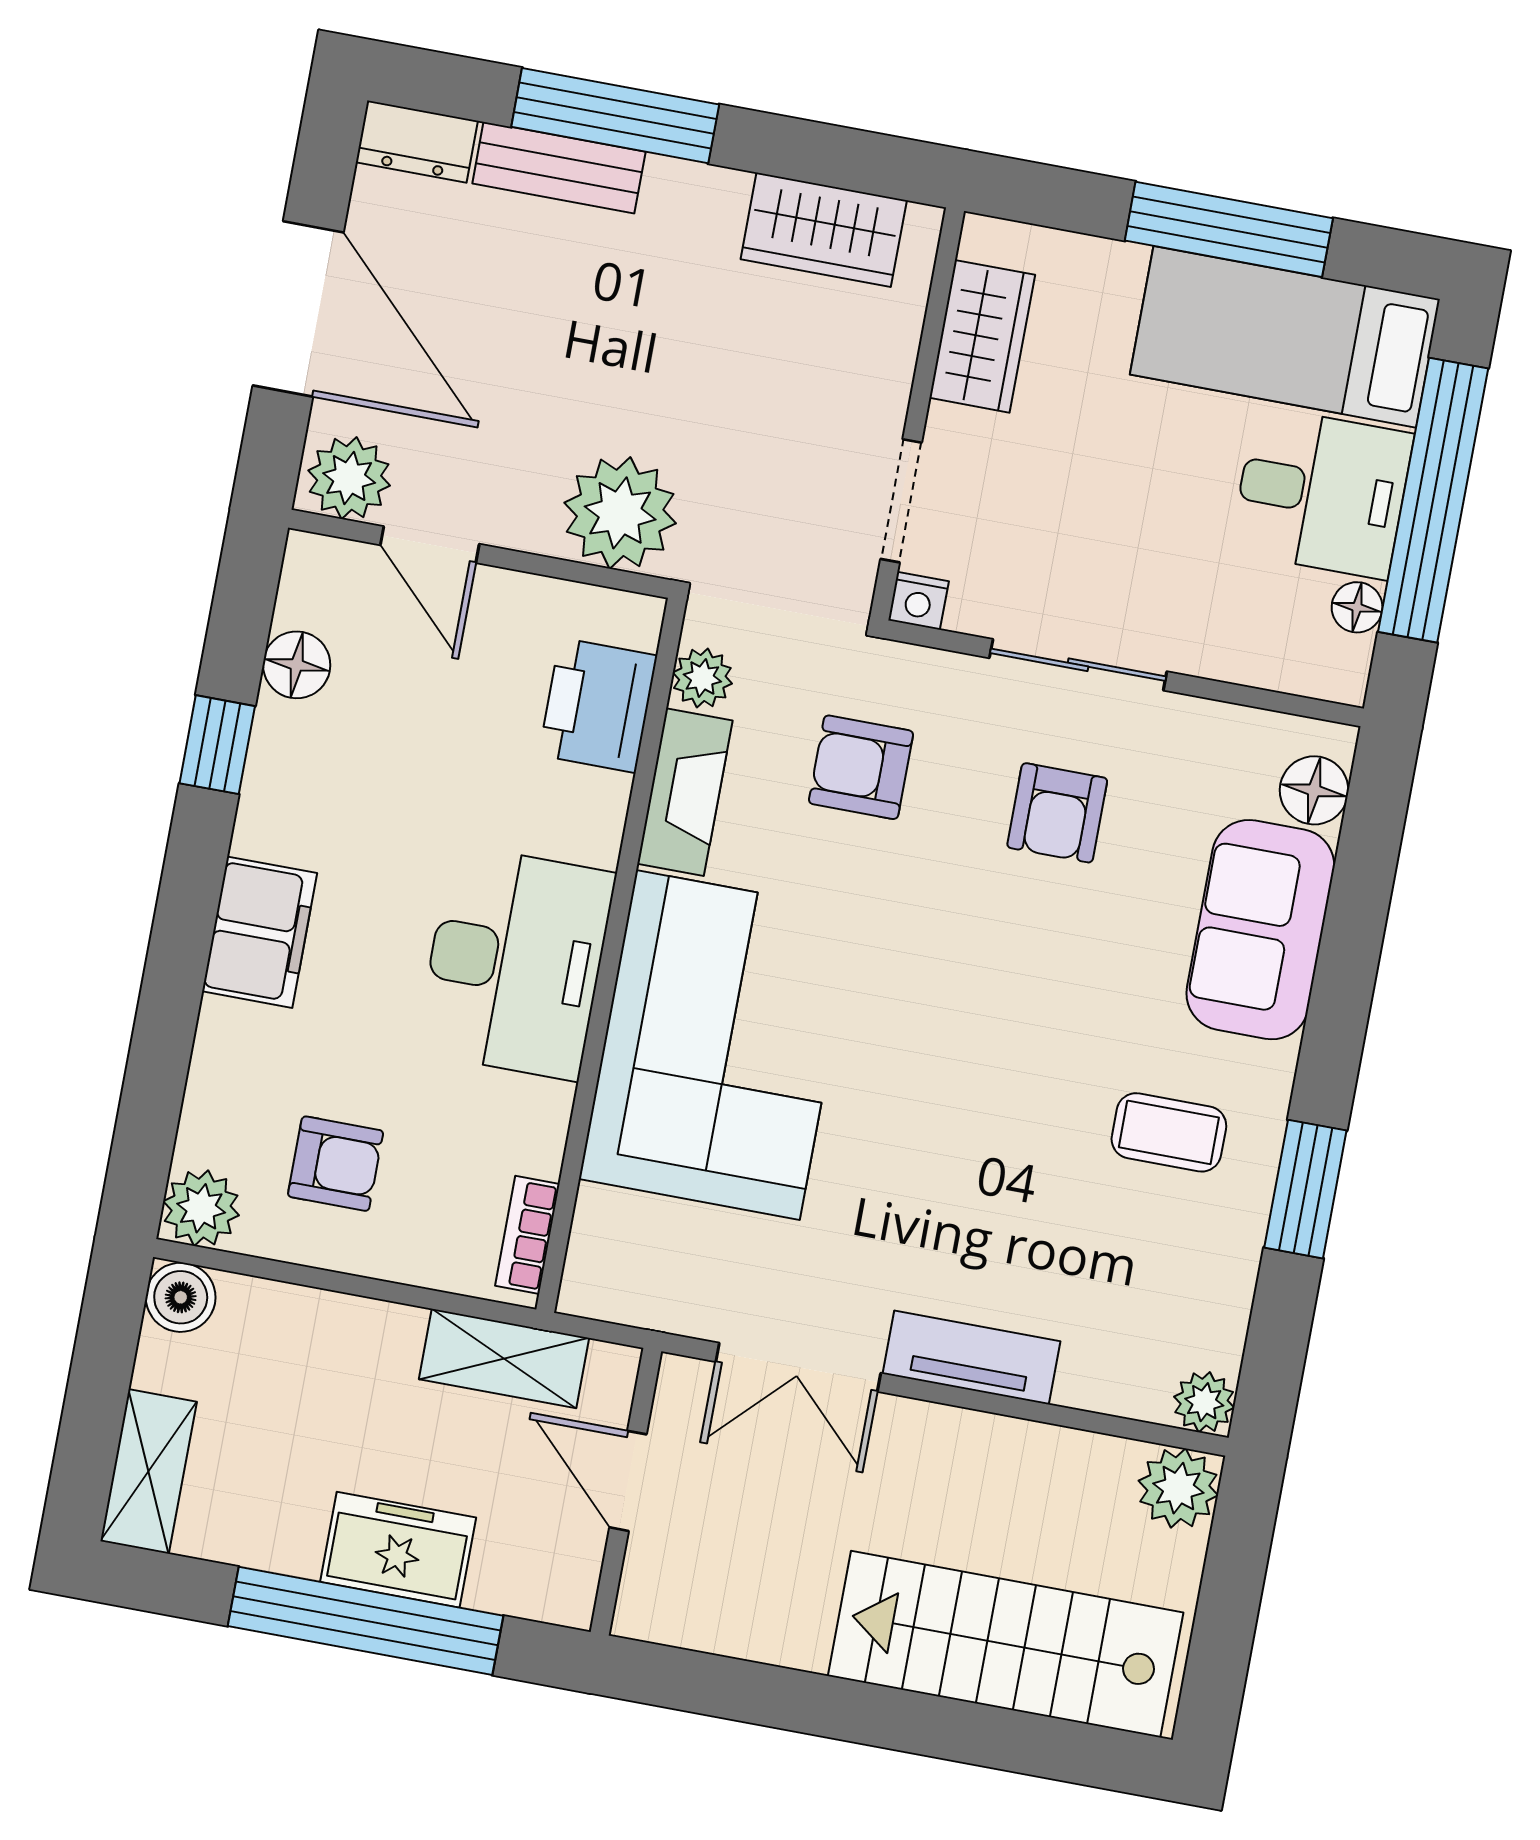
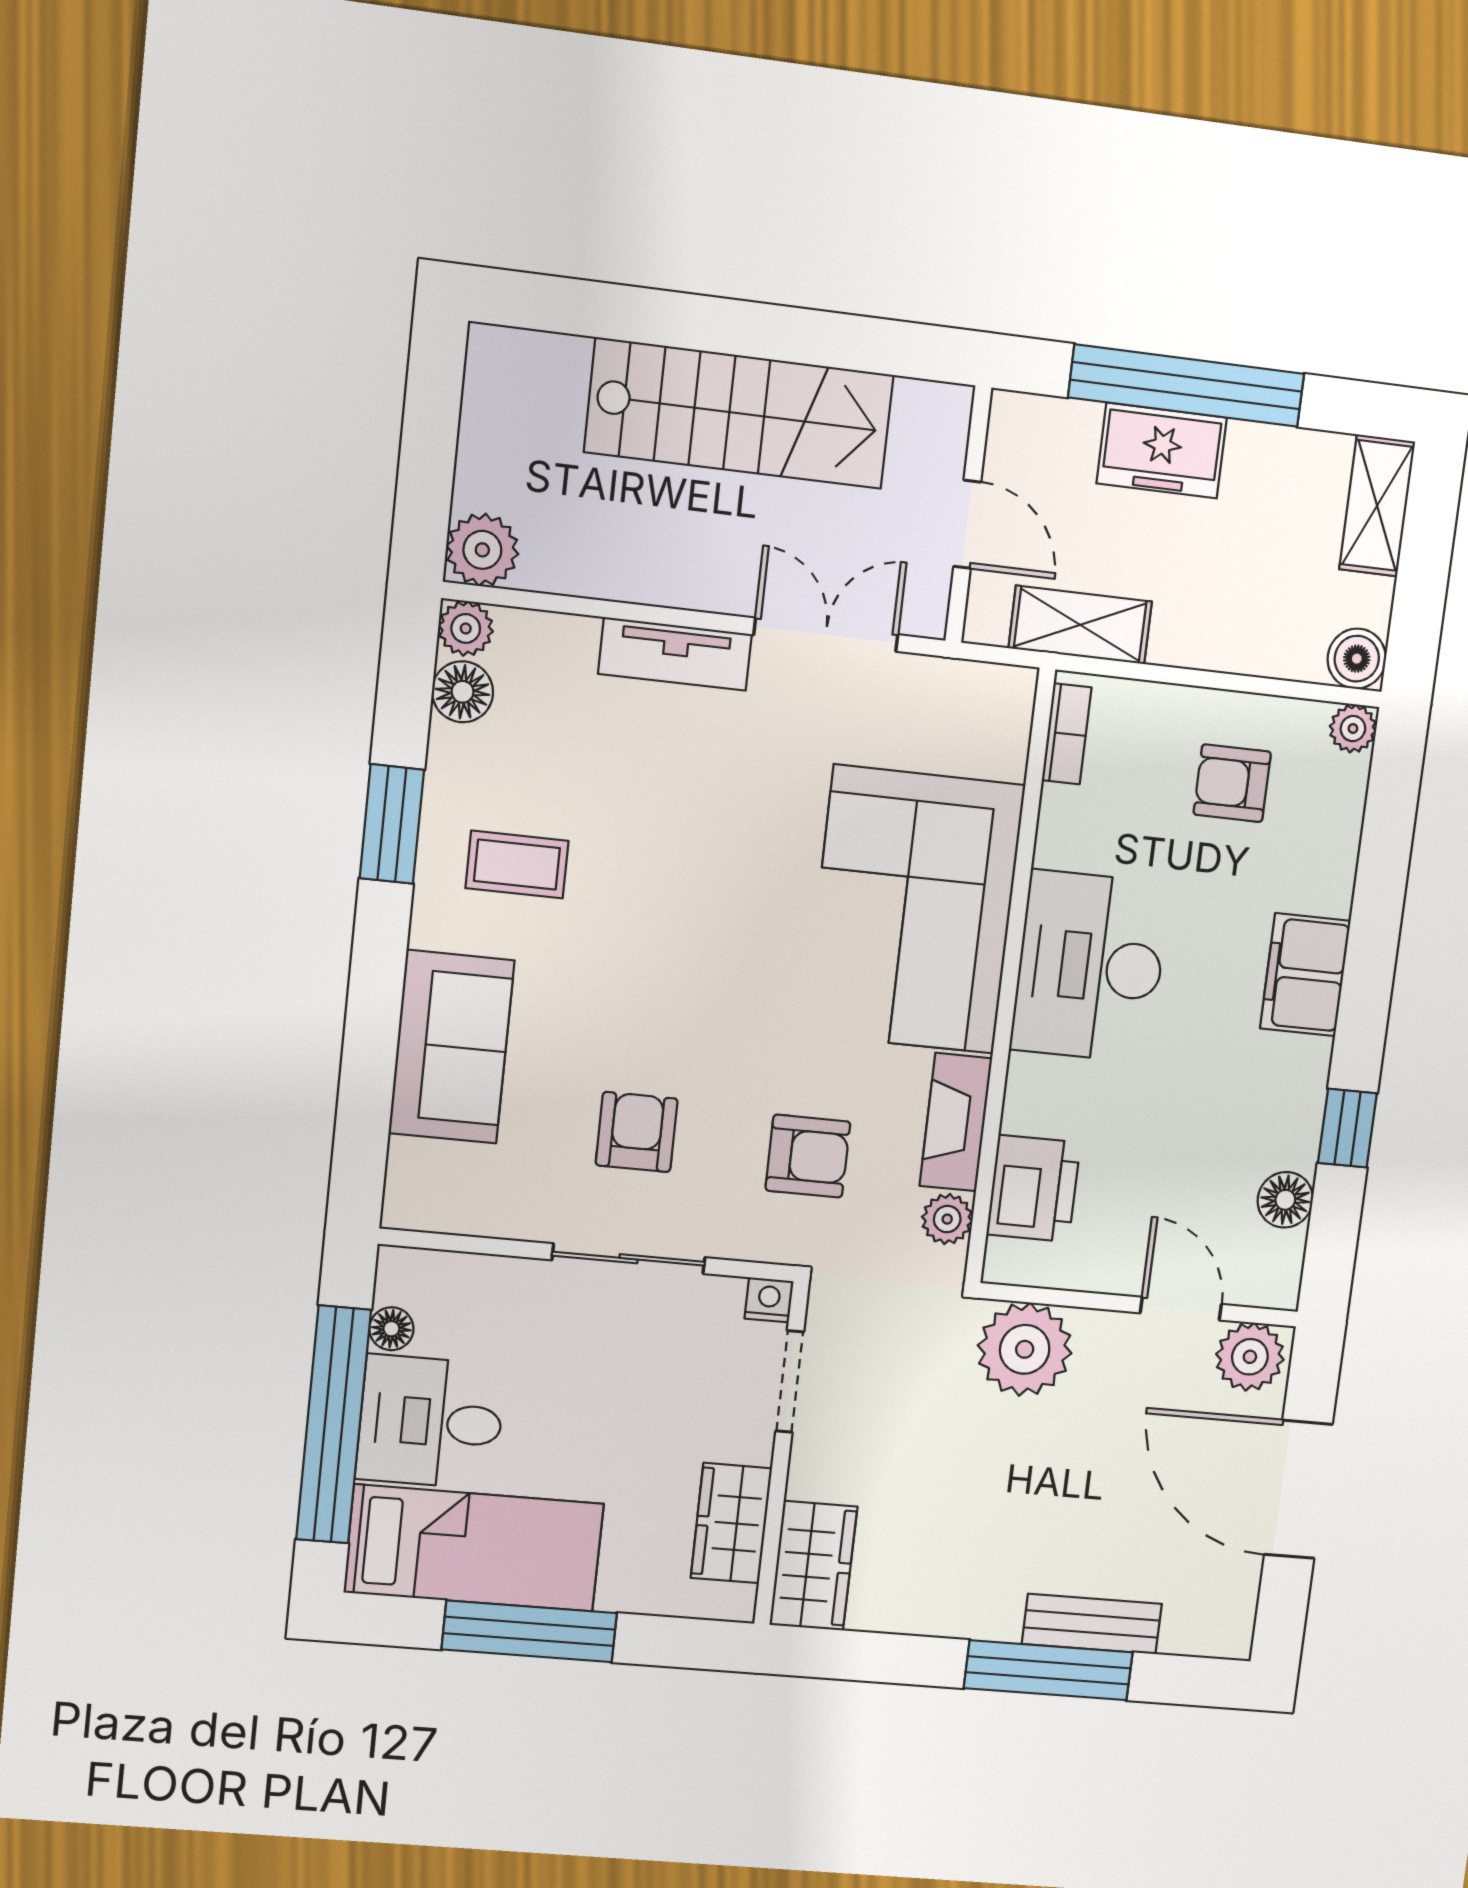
dresser: (417, 142) -> (1209, 1633), removed
wardrobe: (824, 230) -> (813, 1566), moved, turned 90
floor lamp: (1314, 790) -> (463, 692), moved
plant: (201, 1208) -> (1353, 729), width x0.73, depth x0.73
stairs: (1006, 1644) -> (739, 413), moved

